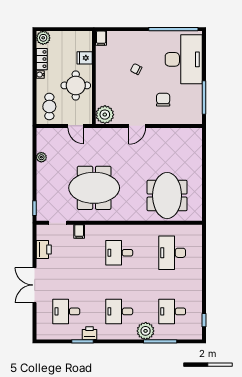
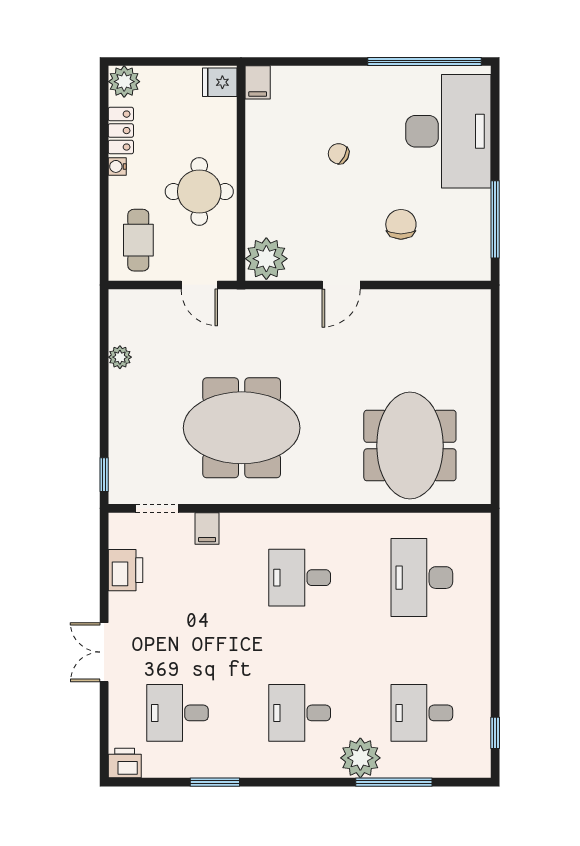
fridge: (85, 58) -> (220, 82), moved
double door: (35, 285) -> (104, 652), width x0.73
printer: (89, 333) -> (125, 763), moved

